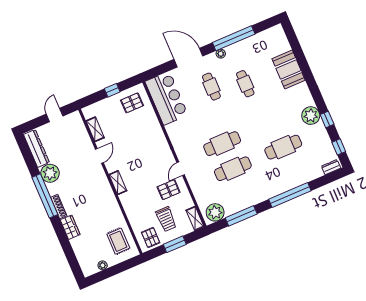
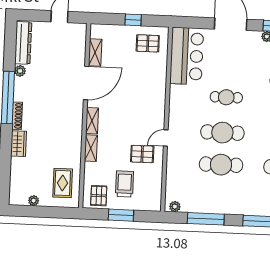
cafe table: (211, 87) -> (226, 97), moved, turned 90
door: (99, 156) -> (86, 83), width x1.88
plant: (50, 173) -> (20, 71), width x0.53, depth x0.53
plant: (215, 212) -> (175, 207), width x0.53, depth x0.53
shelving: (195, 218) -> (91, 148), moved
trolley: (166, 219) -> (125, 184), turned 180

